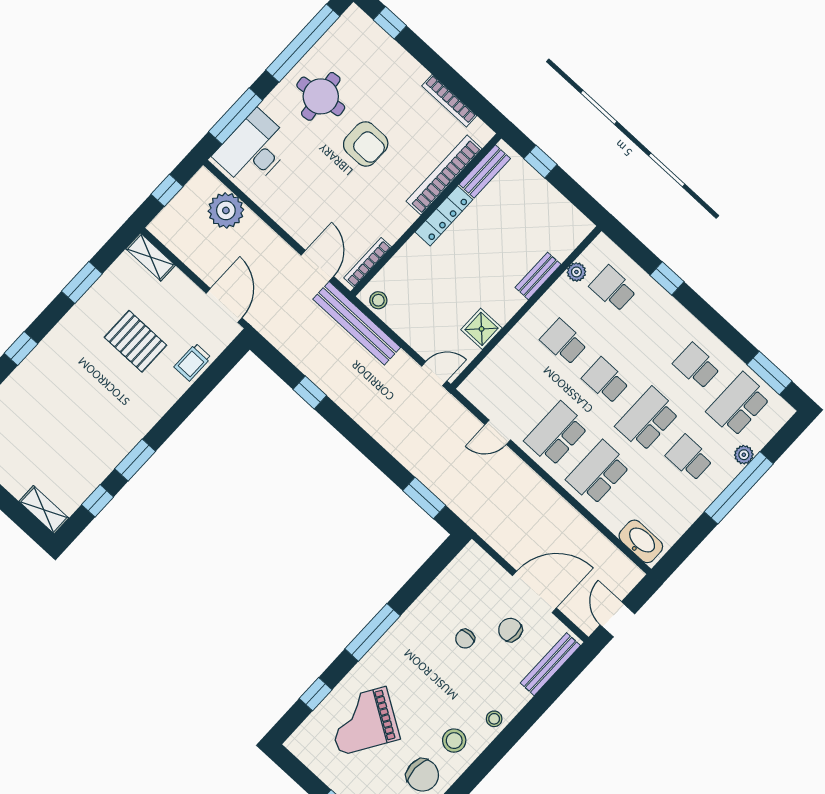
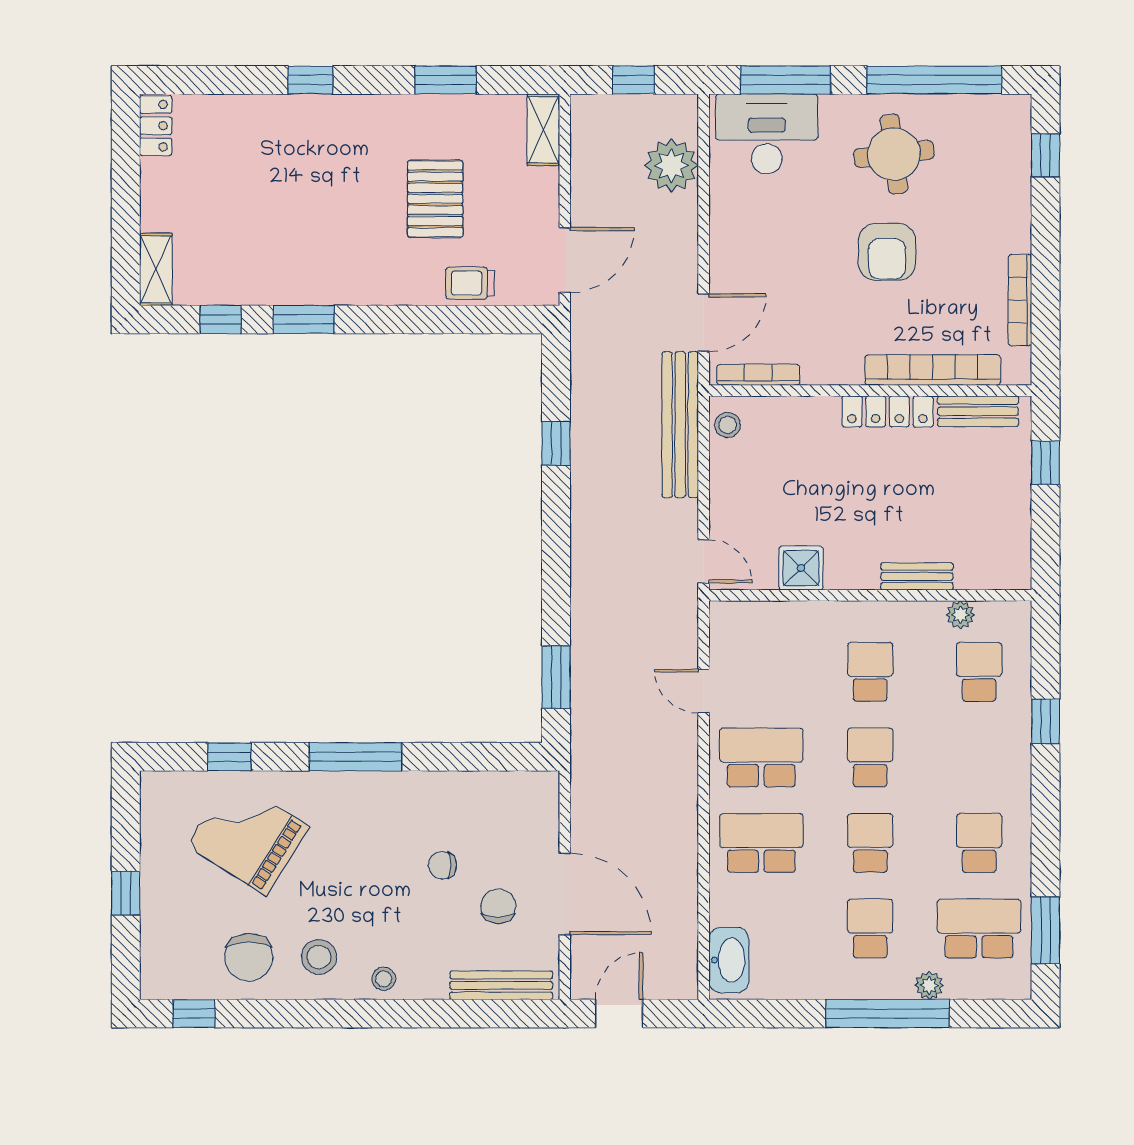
school desk: (647, 419) -> (870, 843), width x0.54

